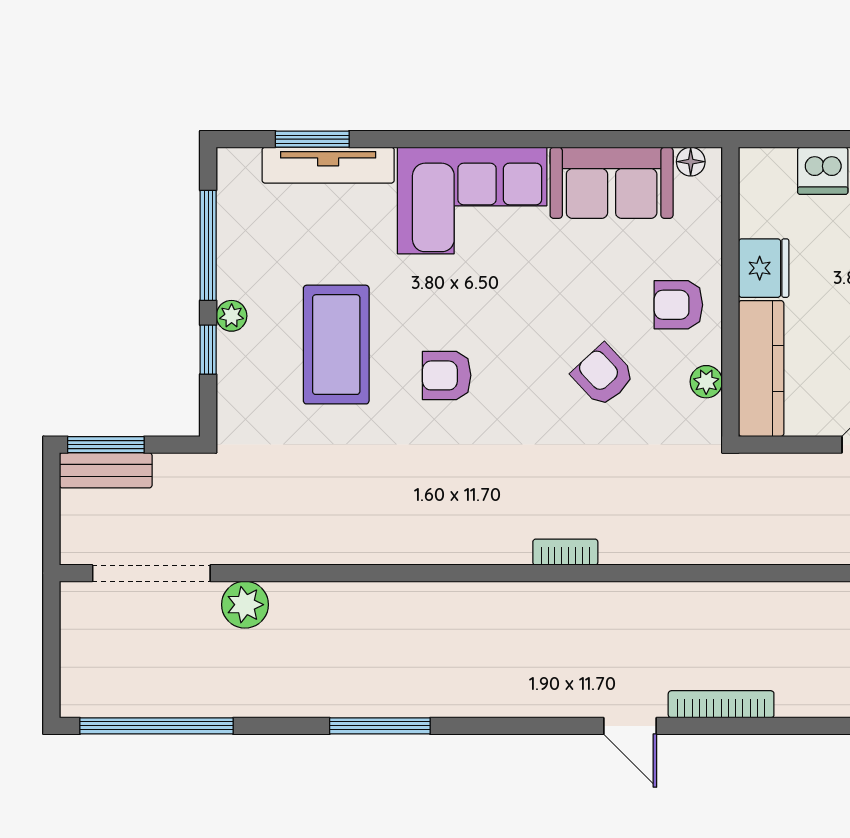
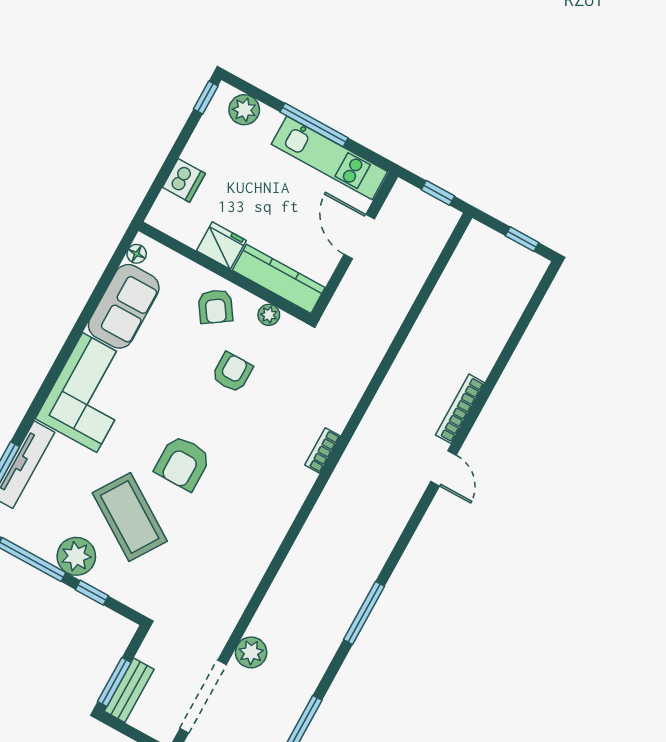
armchair: (678, 305) -> (215, 307), turned -34
plant: (232, 316) -> (76, 556), width x1.88, depth x1.88
coffee table: (336, 345) -> (130, 517), turned 33
armchair: (447, 375) -> (183, 463), width x1.38, depth x1.38
armchair: (603, 375) -> (232, 372), turned 133
door: (630, 726) -> (444, 468), hinge flipped

